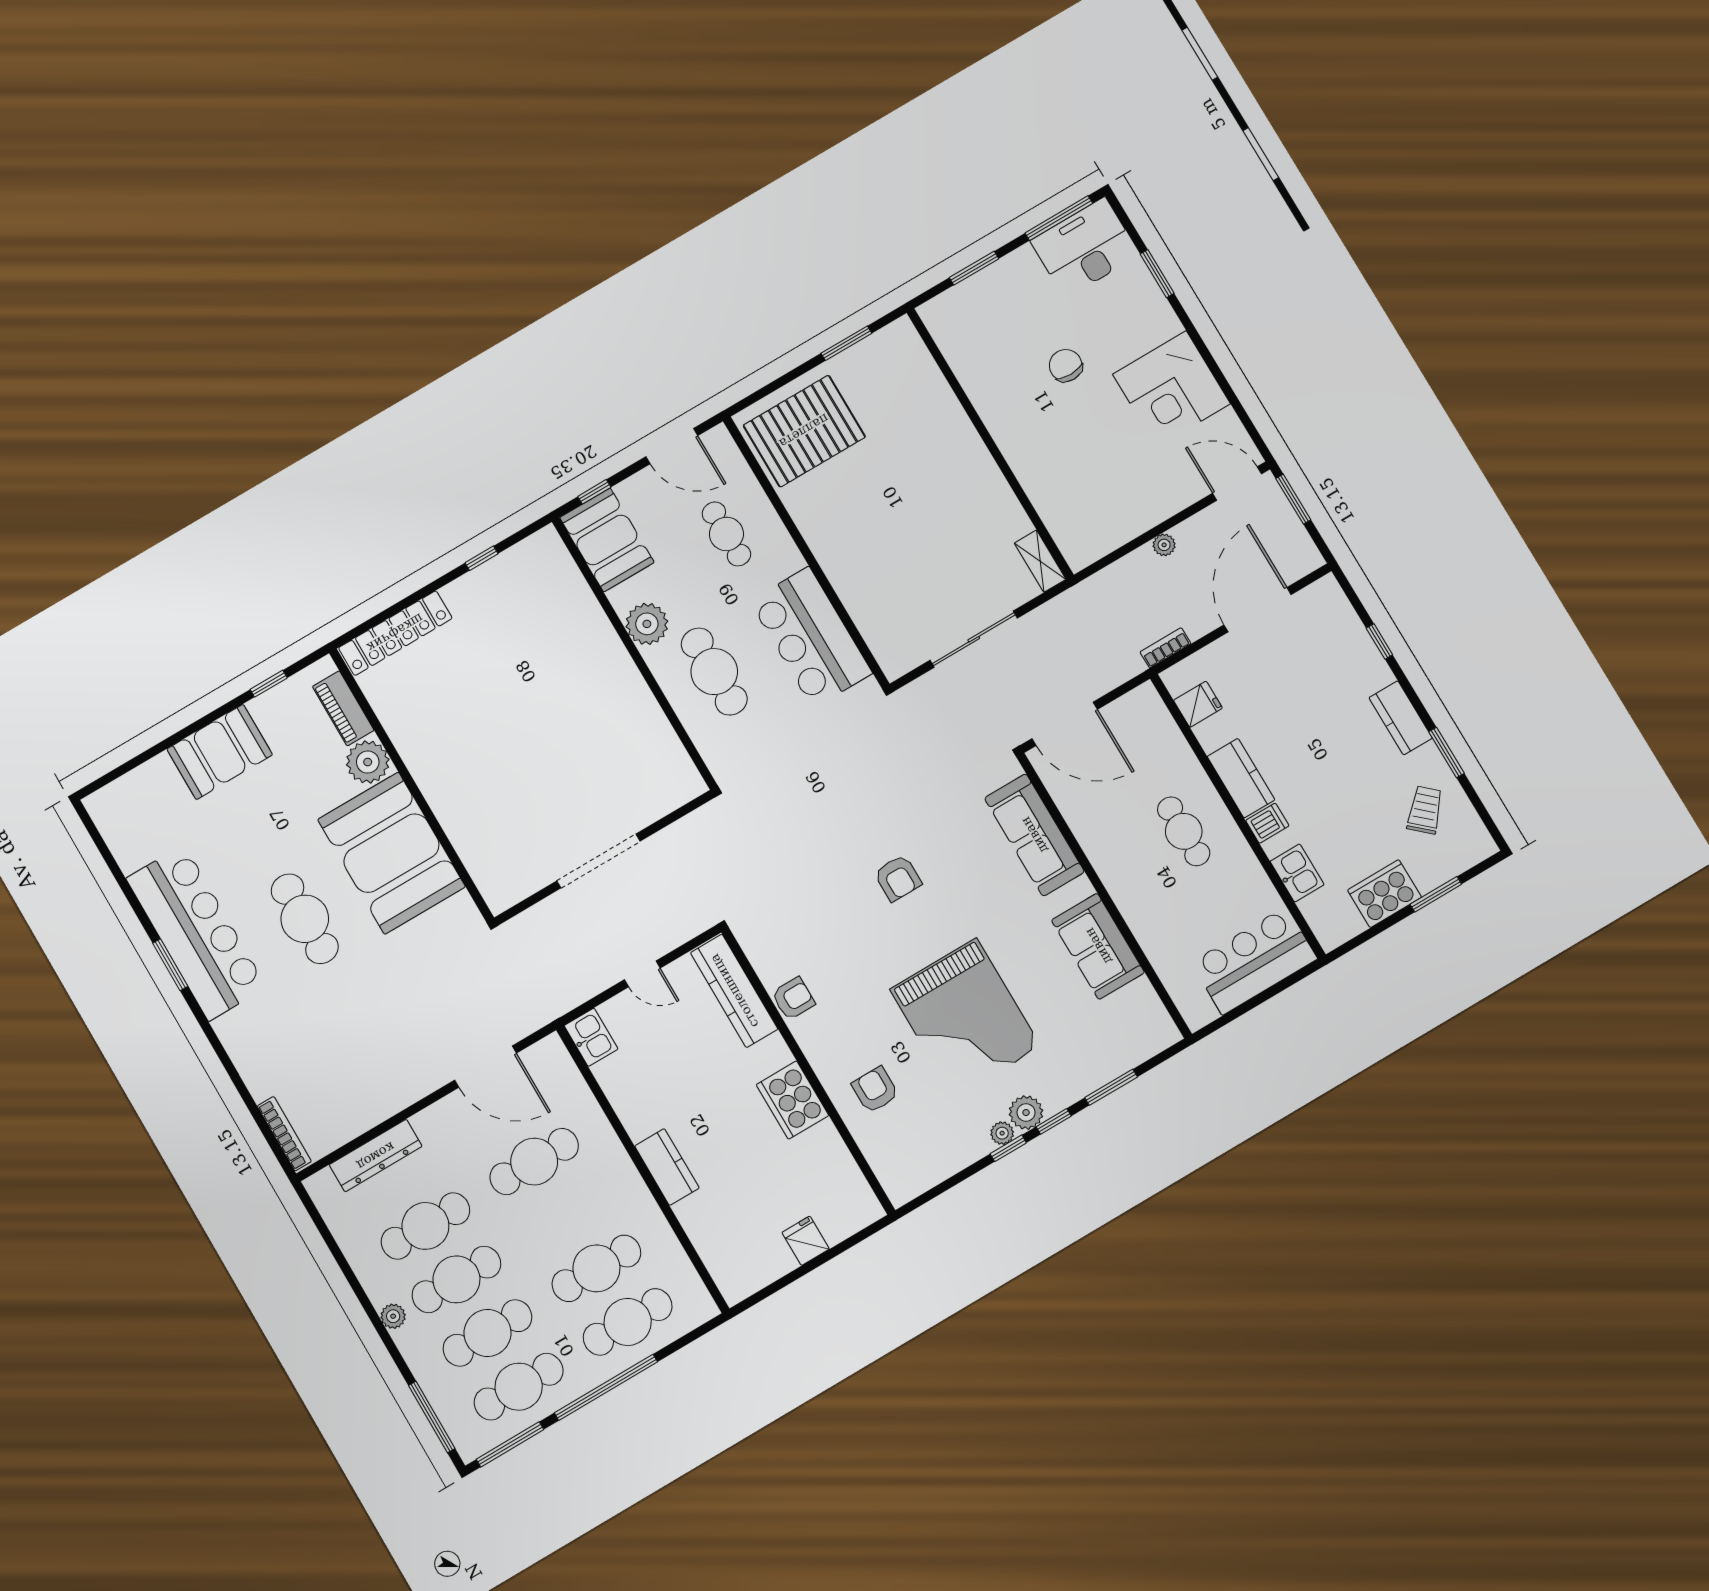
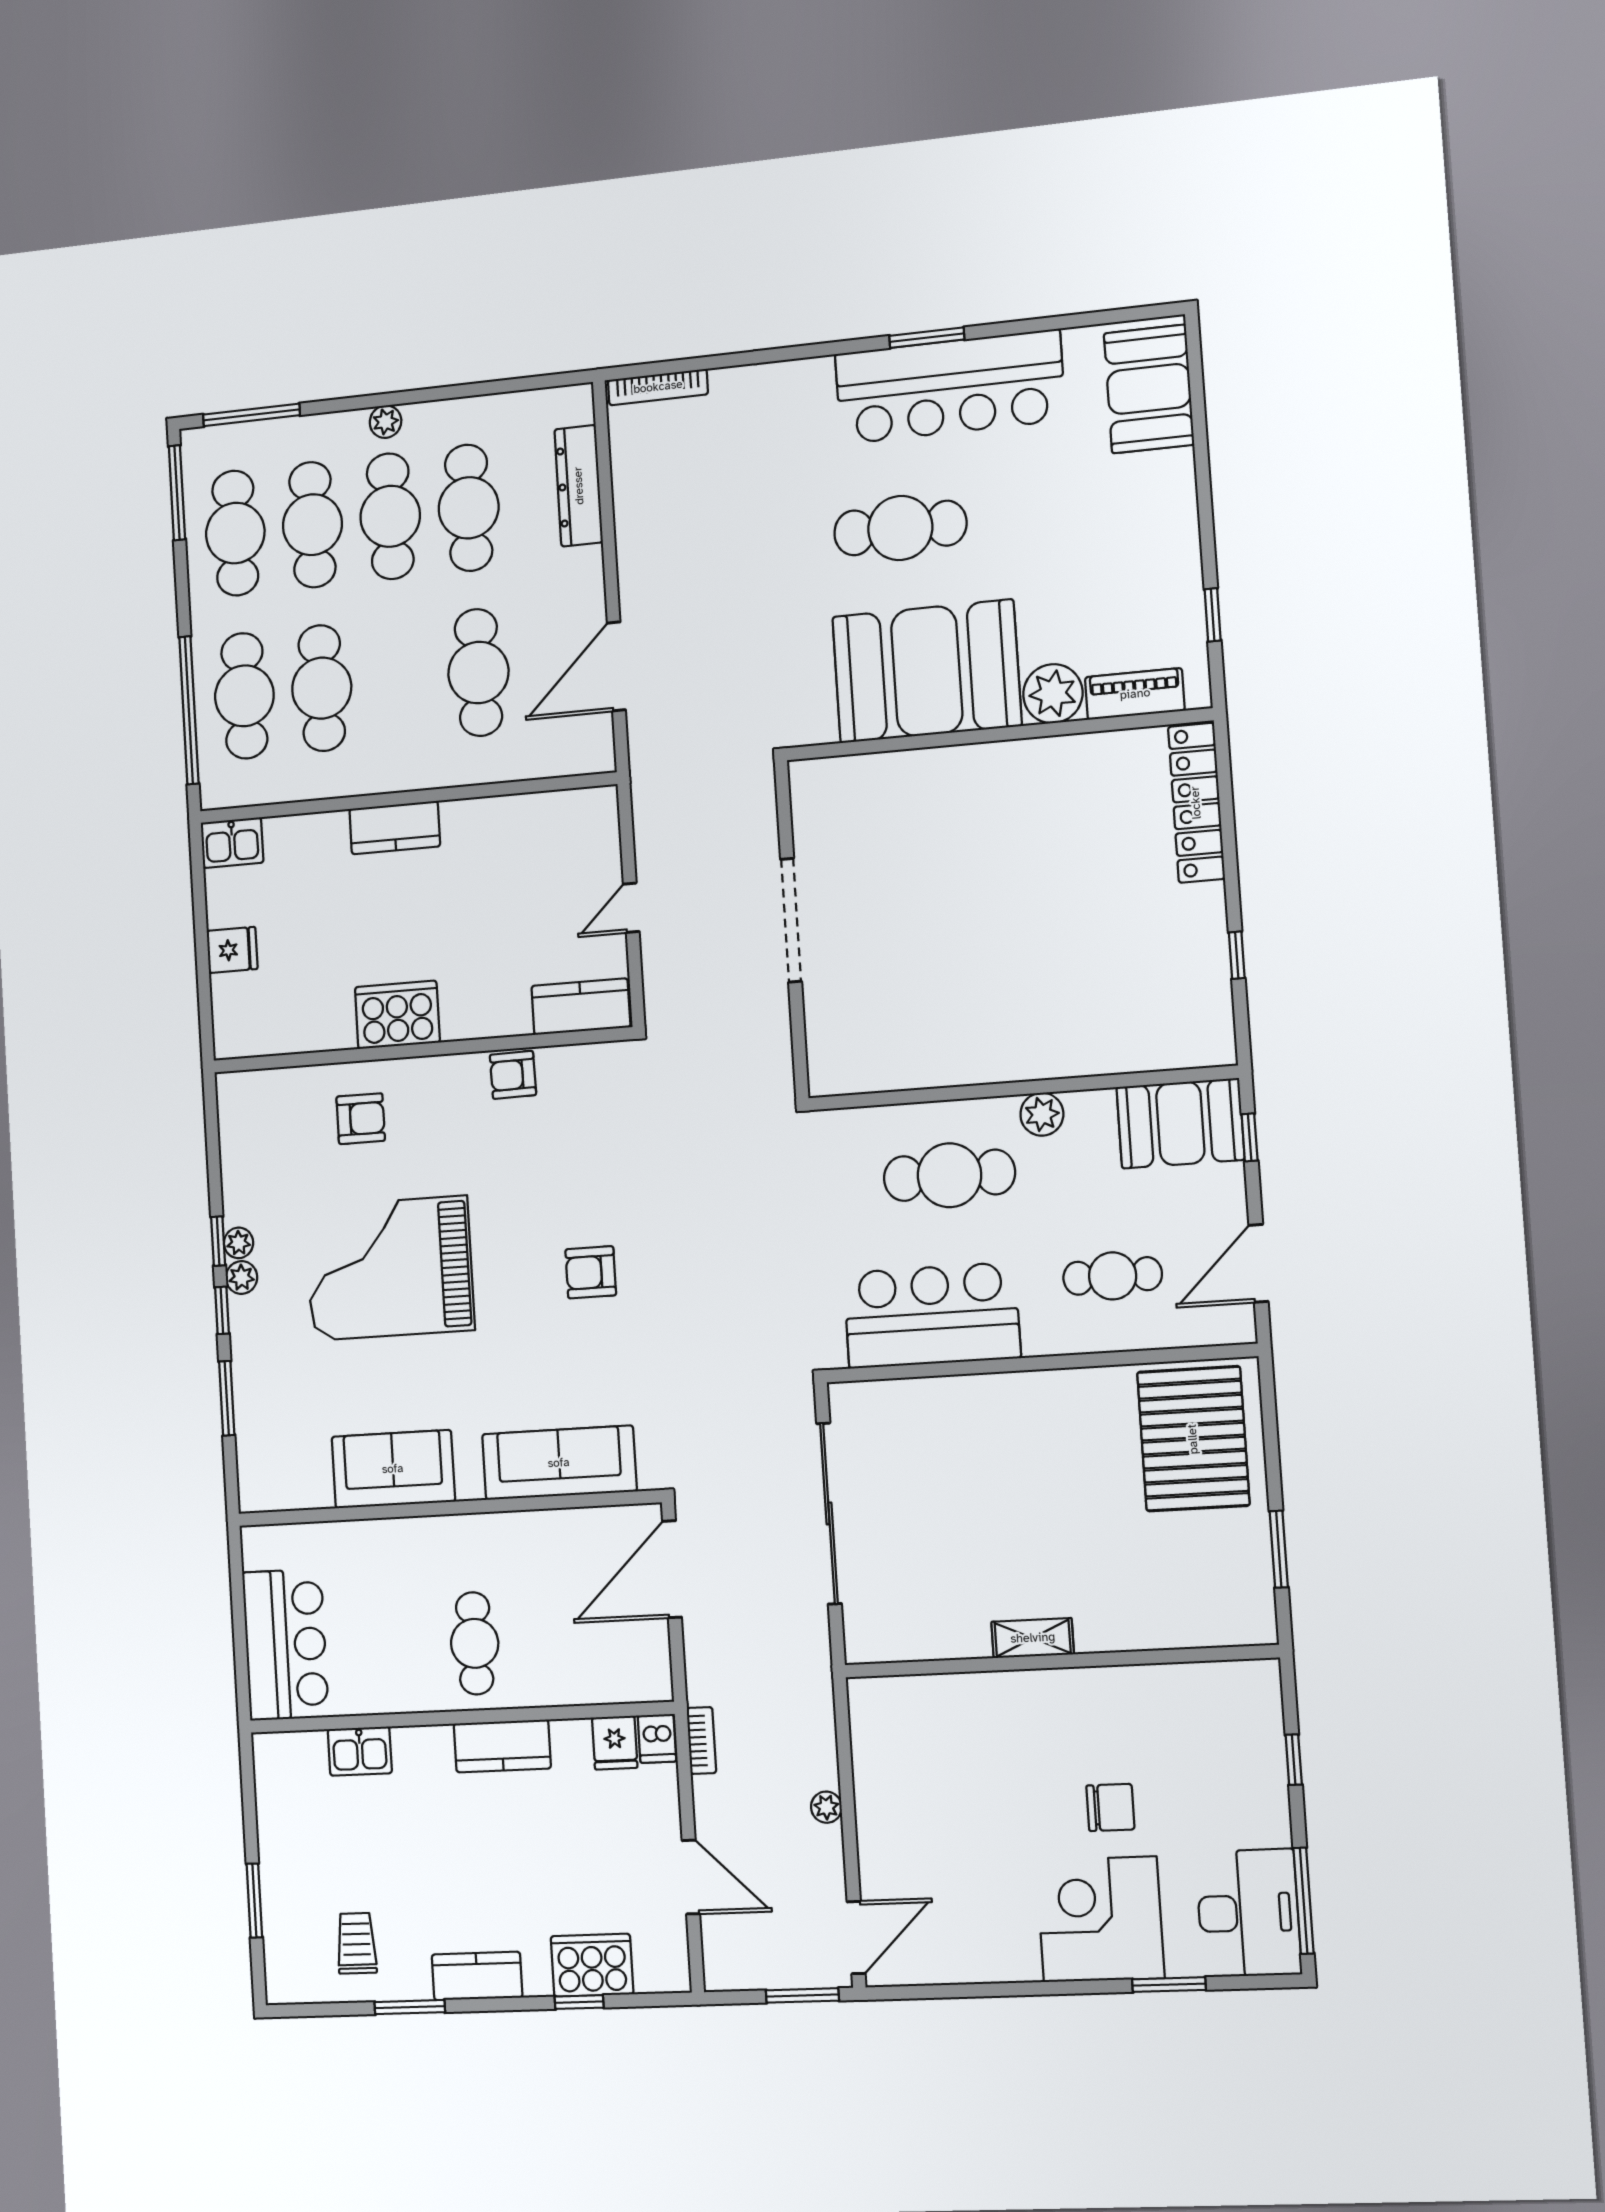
window: (974, 268) -> (1294, 1760), width x0.67
corner desk: (1171, 389) -> (1100, 1919), moved
shelving: (1040, 561) -> (1033, 1638), moved
door: (1258, 610) -> (691, 1877), width x0.73
plant: (647, 624) -> (1042, 1114), width x0.73, depth x0.73
sliding door: (974, 639) -> (829, 1513), width x1.36
booth: (220, 752) -> (1149, 389), moved
trolley: (1425, 810) -> (356, 1943), turned -132
dishwasher: (1267, 823) -> (657, 1738), moved
cafe table: (1184, 831) -> (475, 1643), turned 90
cooker: (1384, 894) -> (592, 1965), moved, turned -90
kitchen counter: (734, 991) -> (581, 1007), width x0.67
armchair: (793, 998) -> (513, 1075), turned 89
kitchen sink: (591, 1037) -> (232, 843), moved
plant: (1026, 1113) -> (242, 1277), width x0.73, depth x0.73
window: (606, 1387) -> (189, 710), moved

